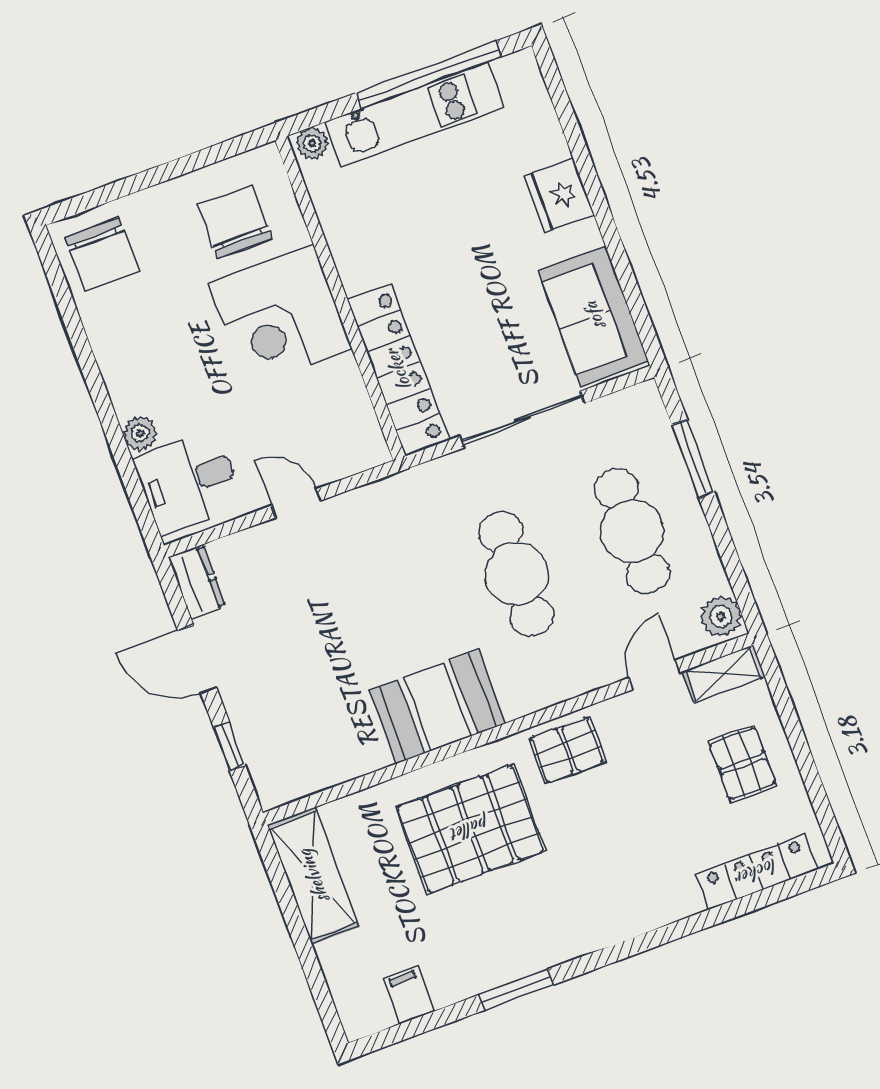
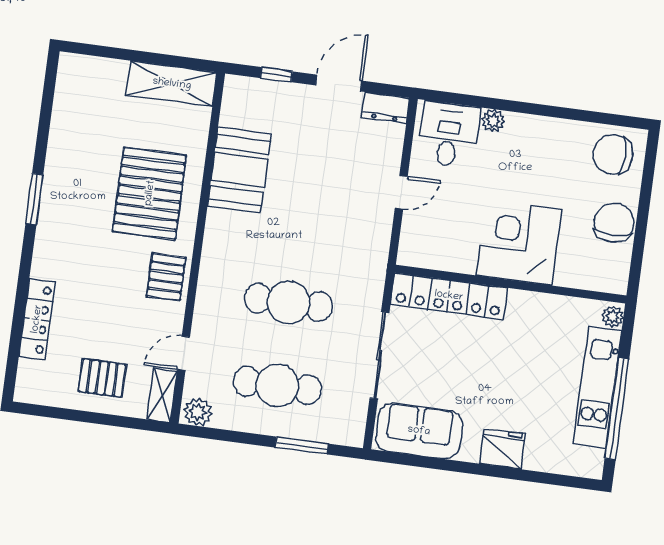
chair: (235, 222) -> (614, 223), moved, turned -90
door: (654, 675) -> (184, 353), swing flipped
booth: (438, 707) -> (239, 170), moved
locker: (757, 872) -> (37, 319), moved
window: (516, 990) -> (34, 199), moved
filing cabinet: (408, 995) -> (69, 103), removed

